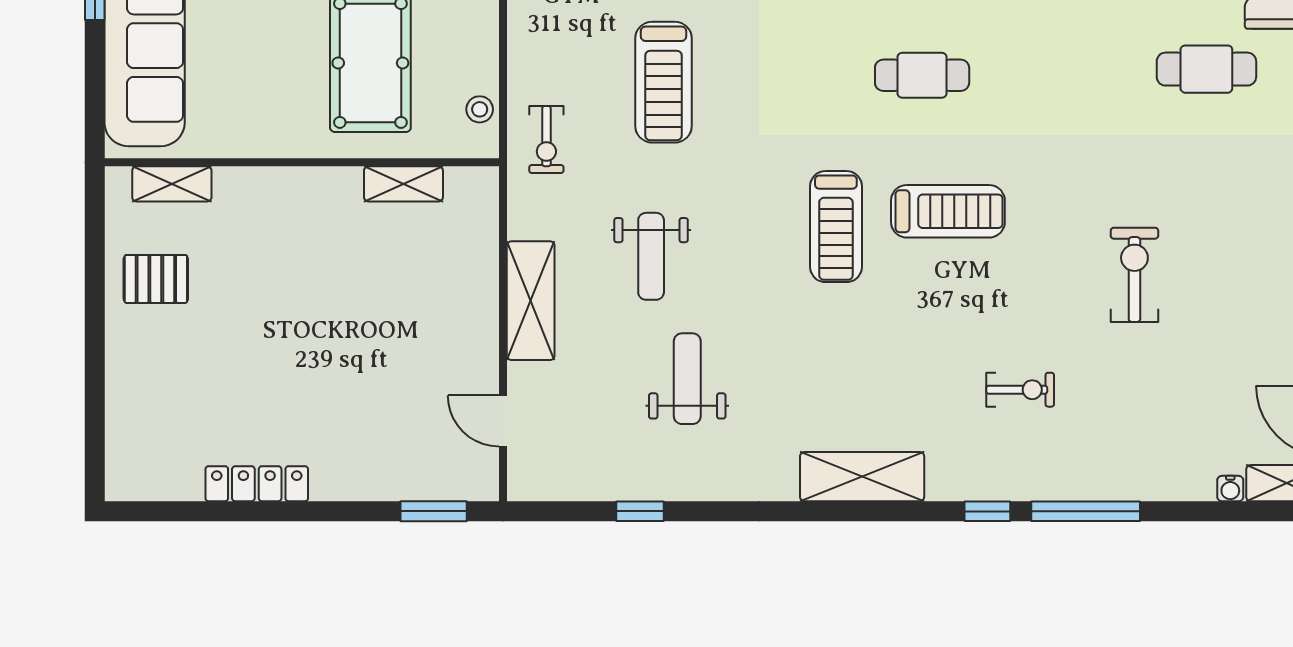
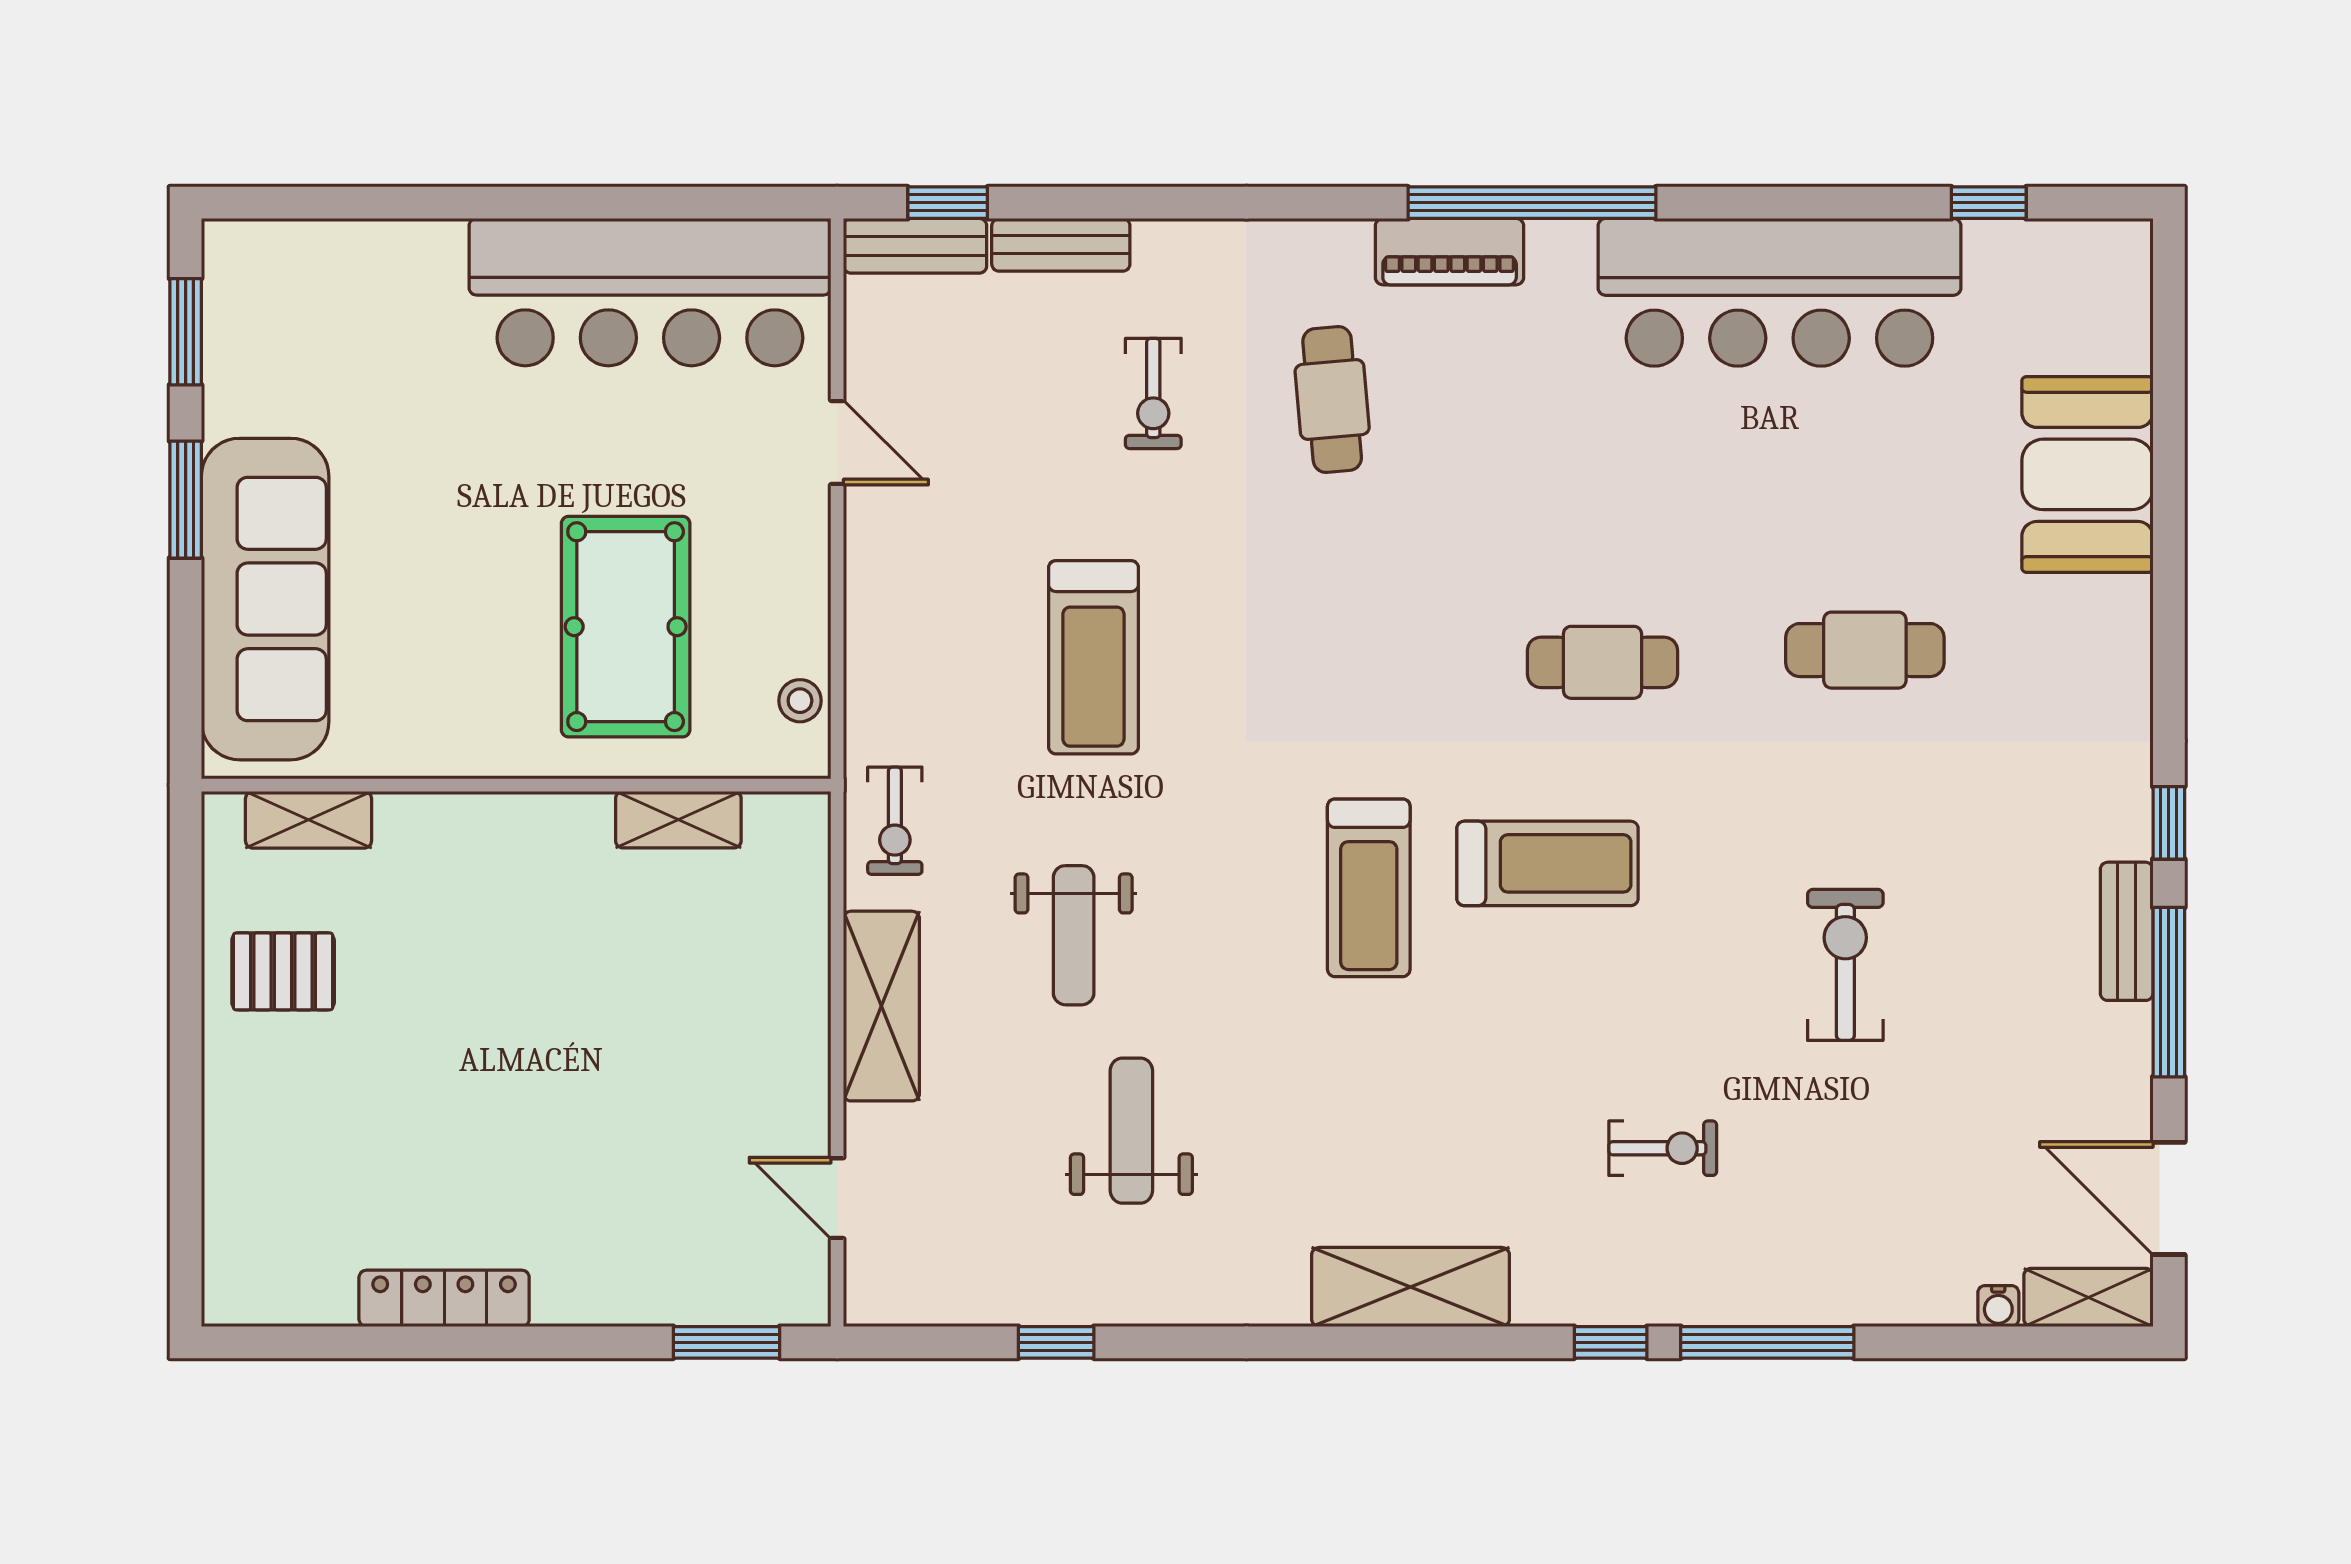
cafe table: (1206, 69) -> (1865, 650), moved
cafe table: (922, 75) -> (1602, 662), moved
exercise bike: (546, 139) -> (895, 821), moved

